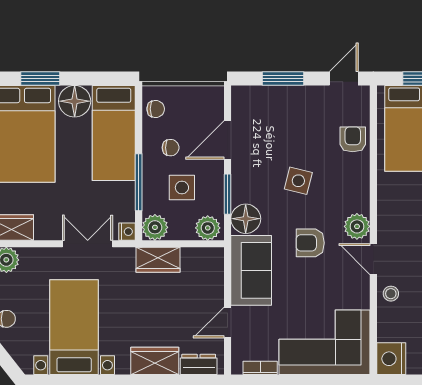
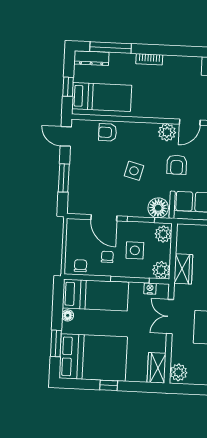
floor lamp: (75, 101) -> (68, 315), width x0.53, depth x0.53
nightstand: (127, 232) -> (150, 289), moved

